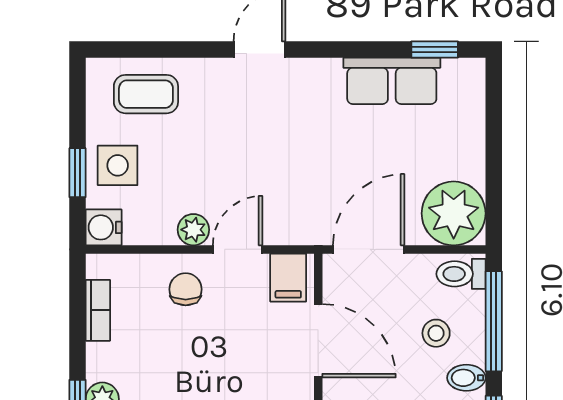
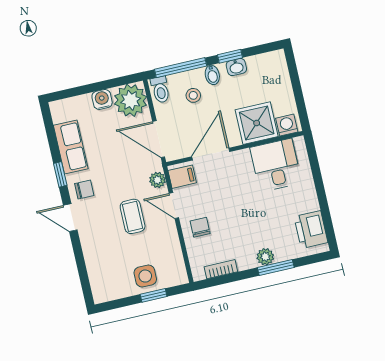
window: (435, 50) -> (60, 174), moved
chair: (306, 88) -> (84, 190), added
coffee table: (146, 94) -> (133, 216), moved
water cooler: (104, 227) -> (102, 99), moved, turned 180
plant: (193, 230) -> (157, 180), moved
chair: (186, 289) -> (200, 227), turned 90

